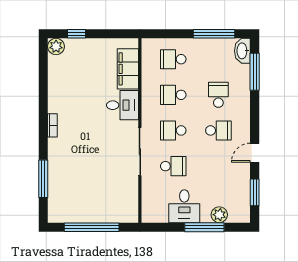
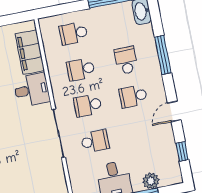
window: (255, 72) -> (163, 55), moved
school desk: (218, 130) -> (133, 96), turned 180
window: (255, 192) -> (182, 151), width x0.67

